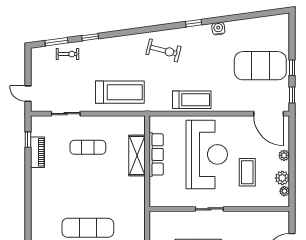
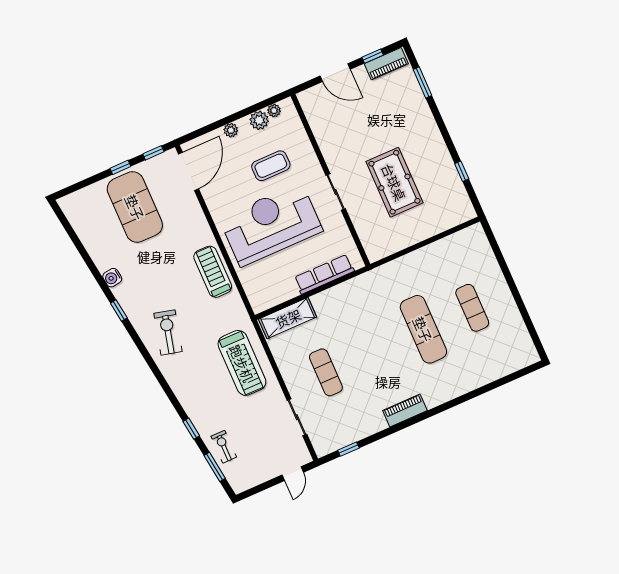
treadmill: (120, 92) -> (242, 363), turned 180
piano: (37, 152) -> (405, 410), moved
row of seats: (156, 154) -> (324, 274), moved
shelving: (137, 156) -> (288, 318), moved

